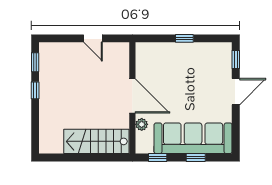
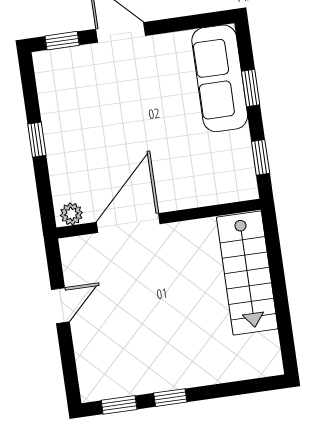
door: (132, 96) -> (128, 223), moved
plant: (142, 124) -> (71, 214), moved
sofa: (193, 138) -> (220, 78), width x0.74, depth x0.79

